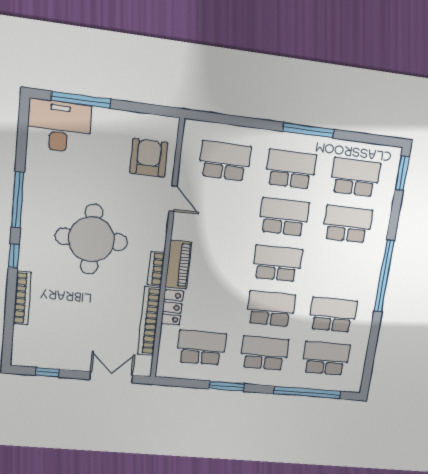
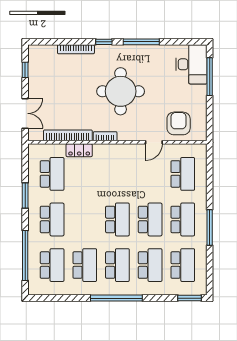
armchair: (149, 158) -> (179, 123), turned -90
piano: (178, 265) -> (109, 151), removed
school desk: (271, 309) -> (117, 265), moved

